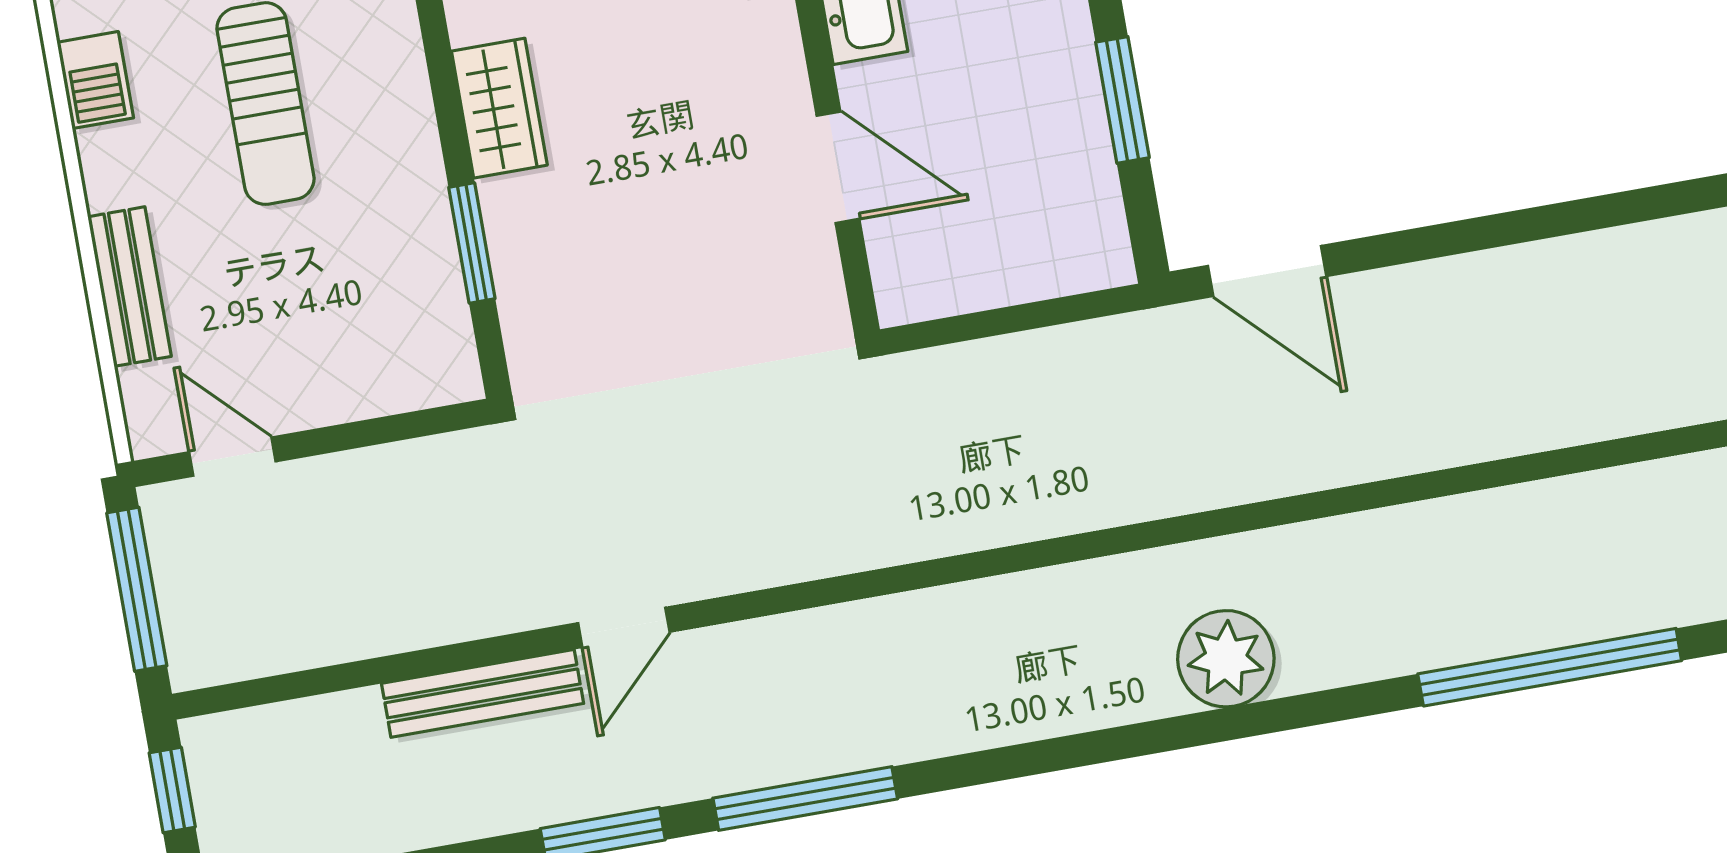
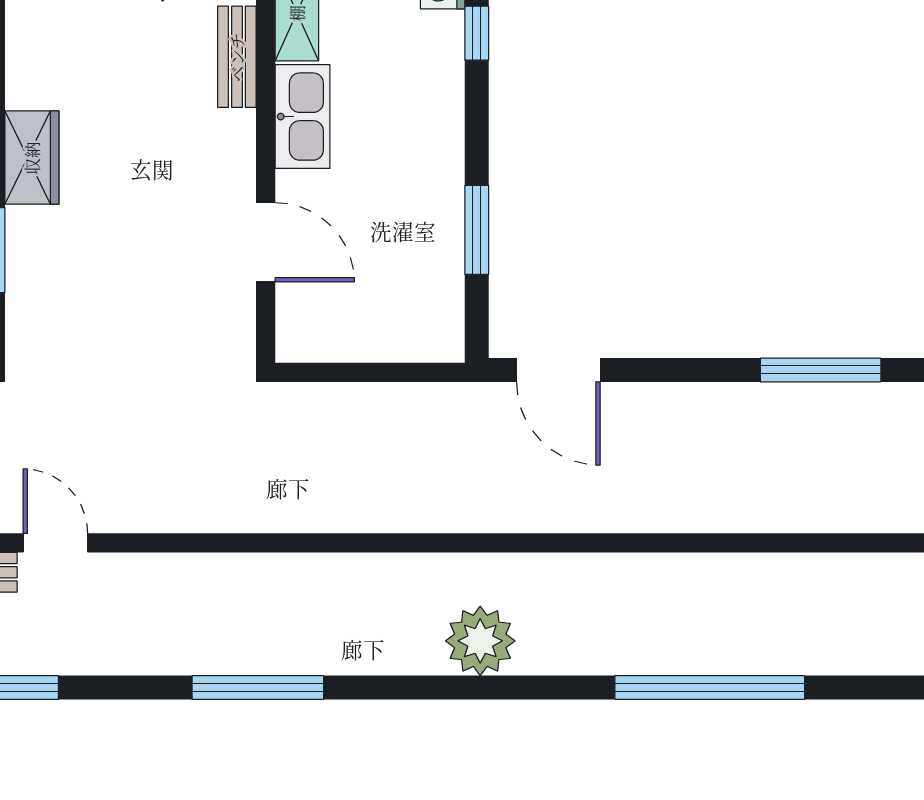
window: (1624, 208) -> (821, 370), added
door: (624, 627) -> (55, 543), swing flipped
window: (805, 798) -> (258, 688), moved

